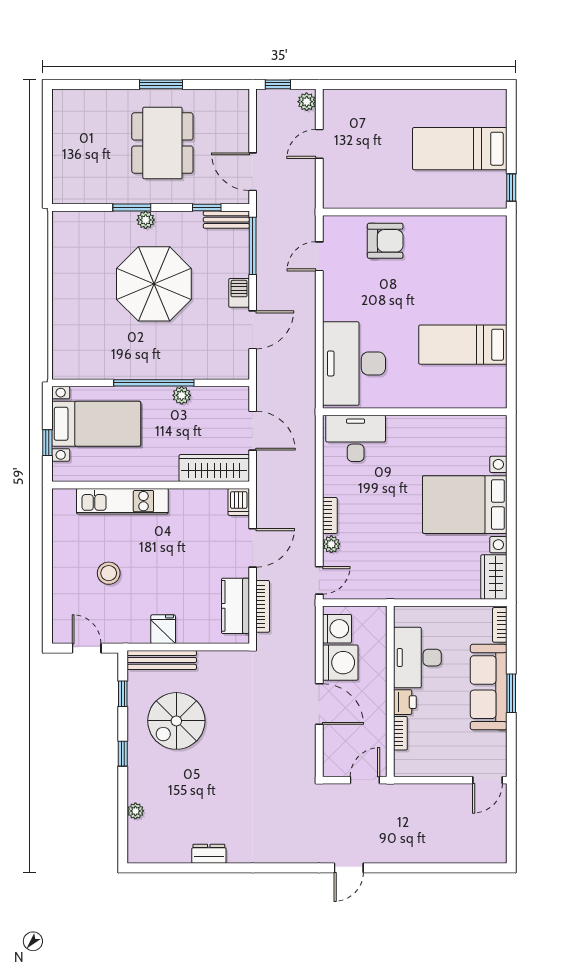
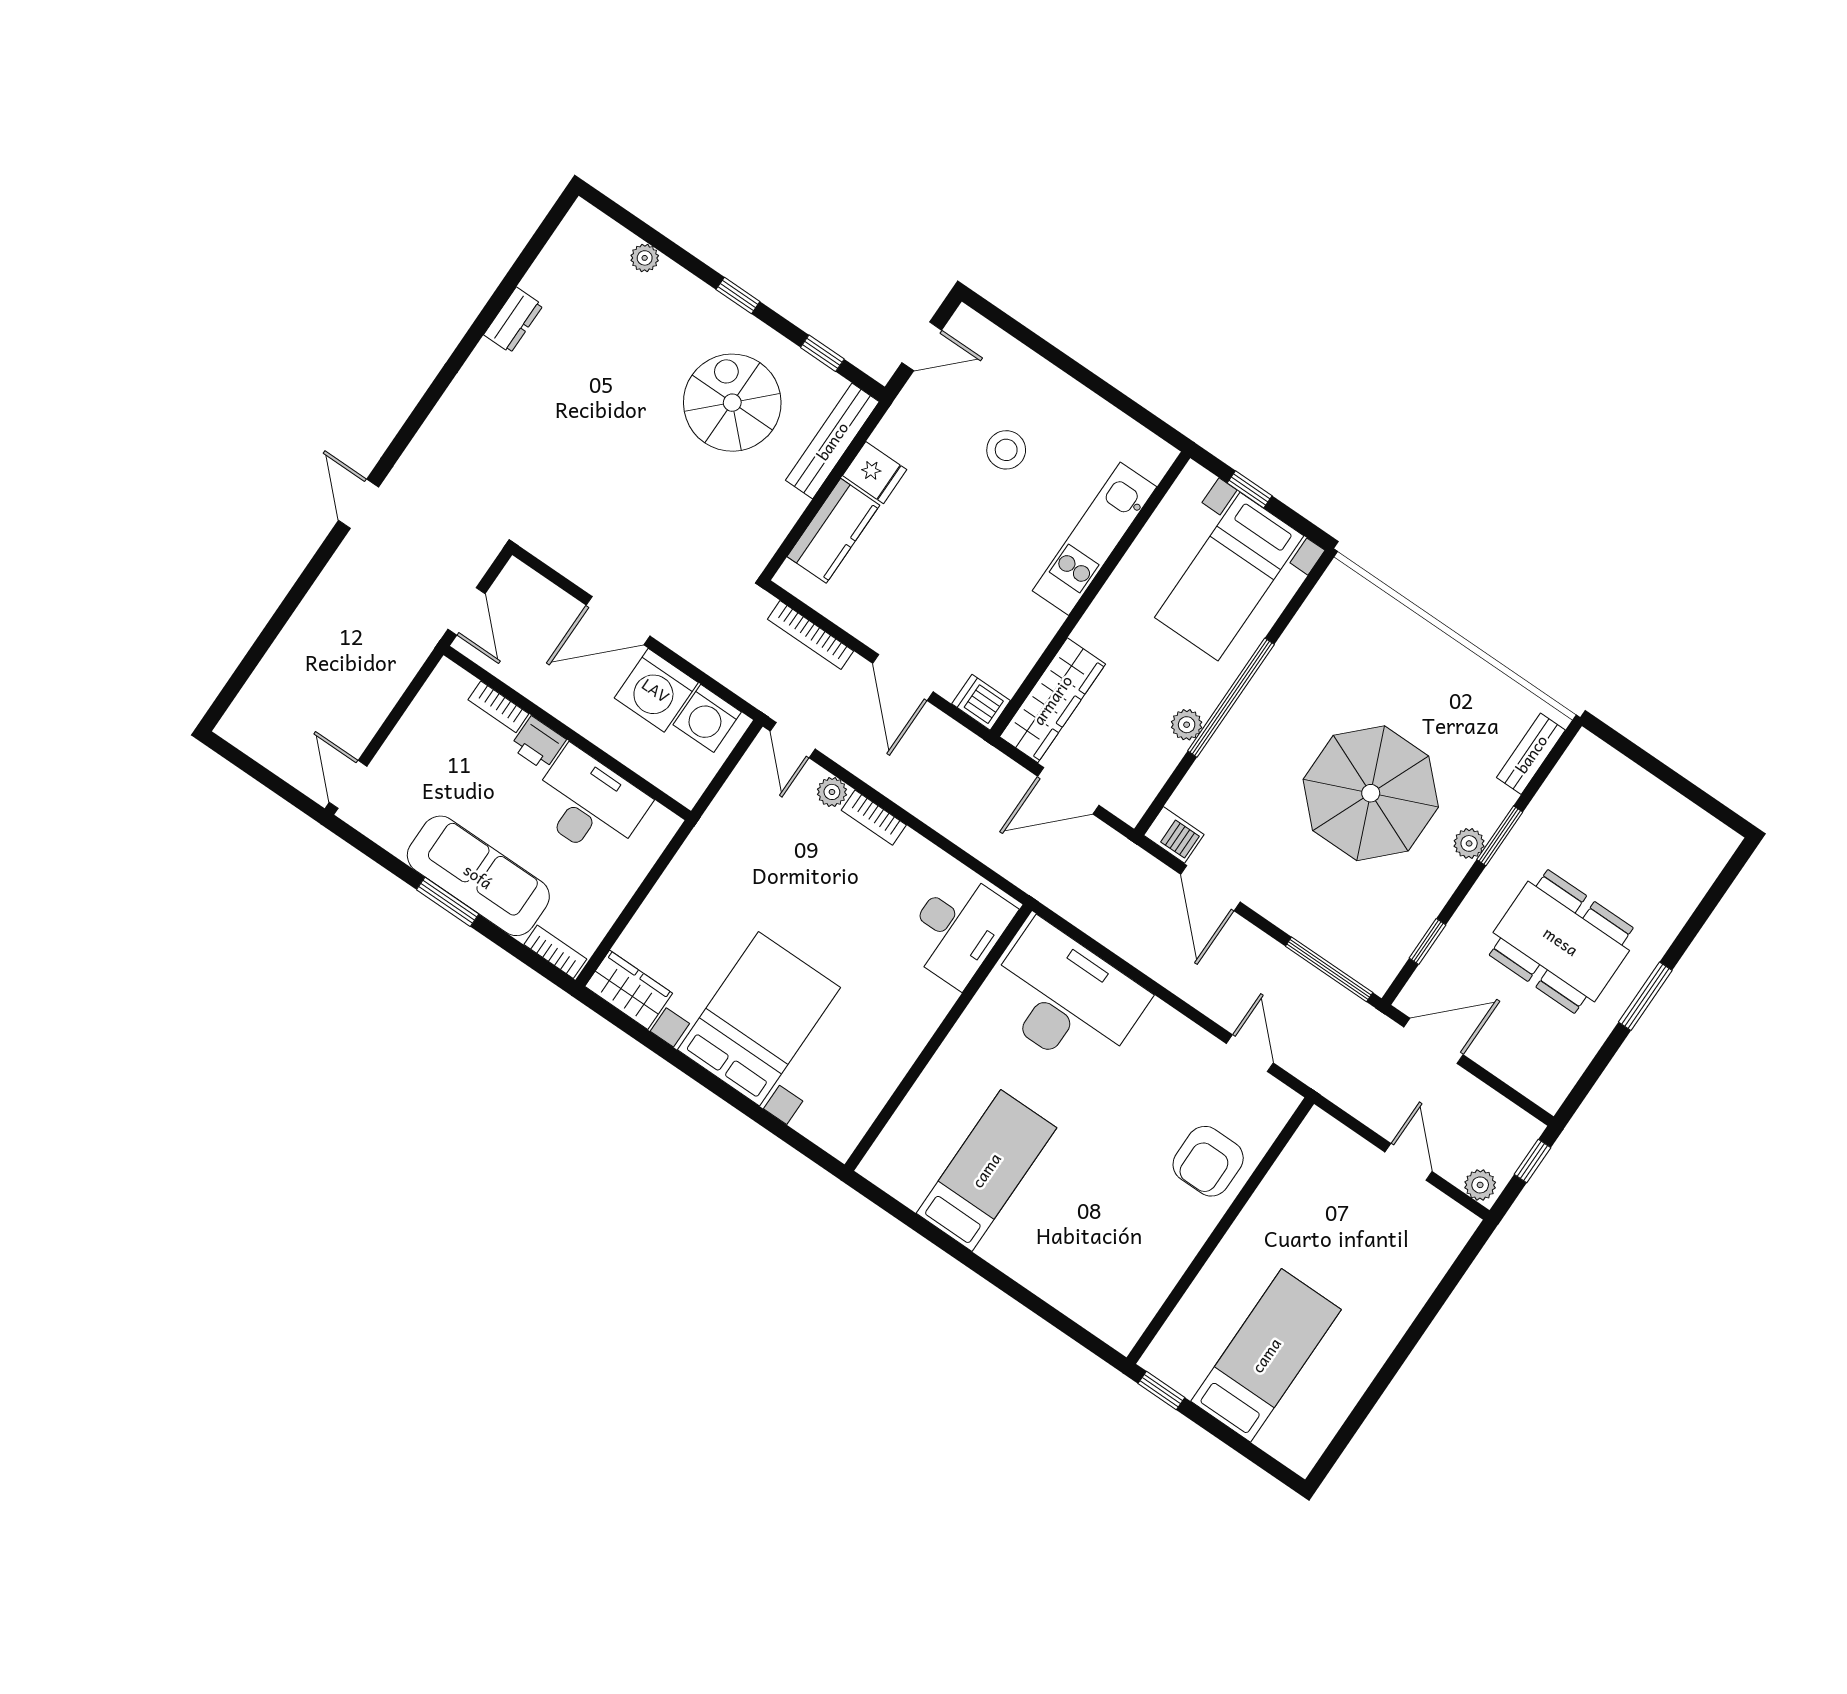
bench: (226, 220) -> (1531, 754), moved
barbecue: (239, 293) -> (1174, 835), moved
kitchen counter: (235, 606) -> (833, 531), moved, turned 90

